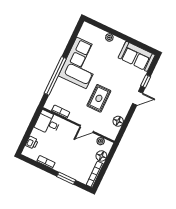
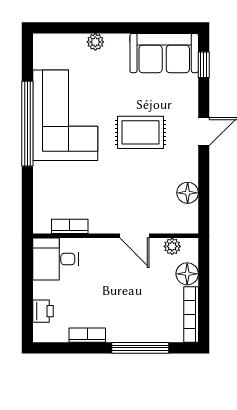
window: (55, 76) -> (27, 124), moved
window: (146, 81) -> (204, 65), moved
rug: (99, 98) -> (140, 132), moved, turned 90
door: (87, 129) -> (134, 236), hinge flipped
window: (66, 178) -> (140, 348), width x1.44

